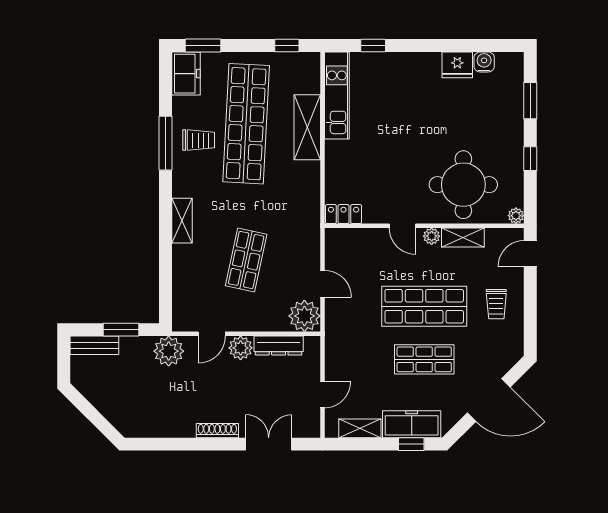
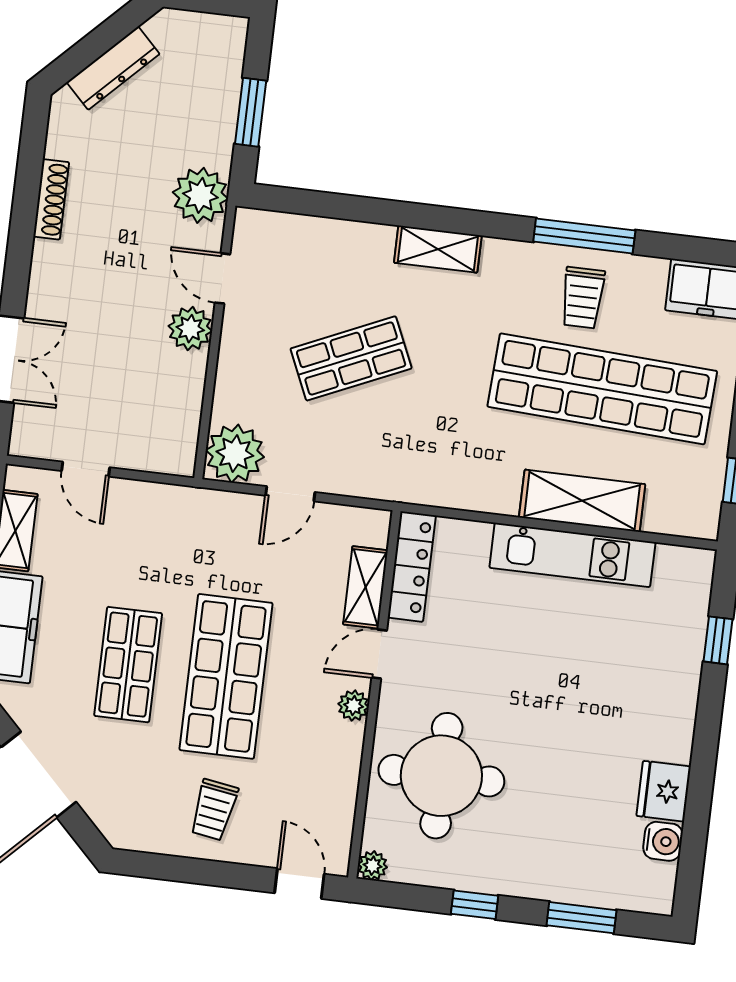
kitchen unit: (337, 95) -> (572, 555), moved
locker: (344, 214) -> (412, 567), width x1.53
shelving: (463, 237) -> (365, 587), moved
shop shelf: (246, 260) -> (351, 358), turned -36
trolley: (496, 304) -> (214, 810), turned -81
bench: (94, 345) -> (228, 60), removed
dresser: (279, 346) -> (113, 68), moved, turned -135
shoe rack: (217, 431) -> (51, 199), moved

